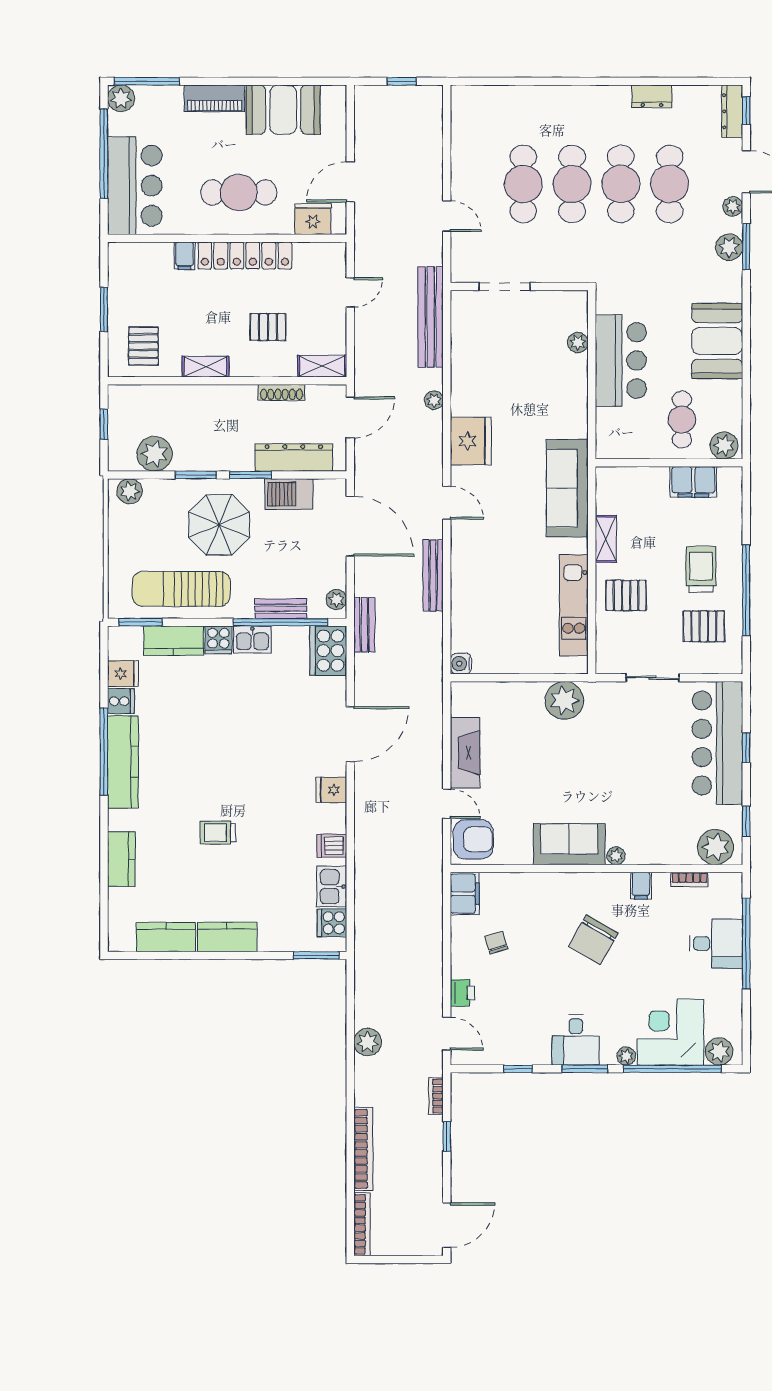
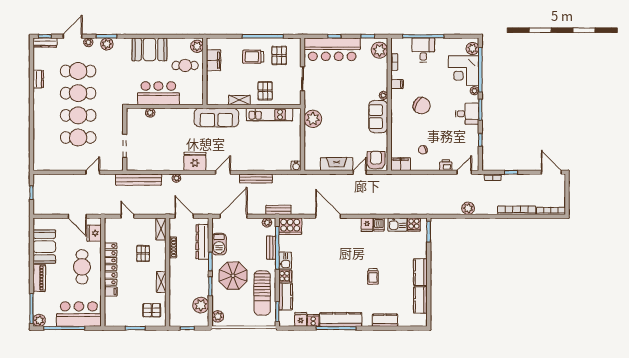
fridge: (331, 790) -> (367, 225), moved

